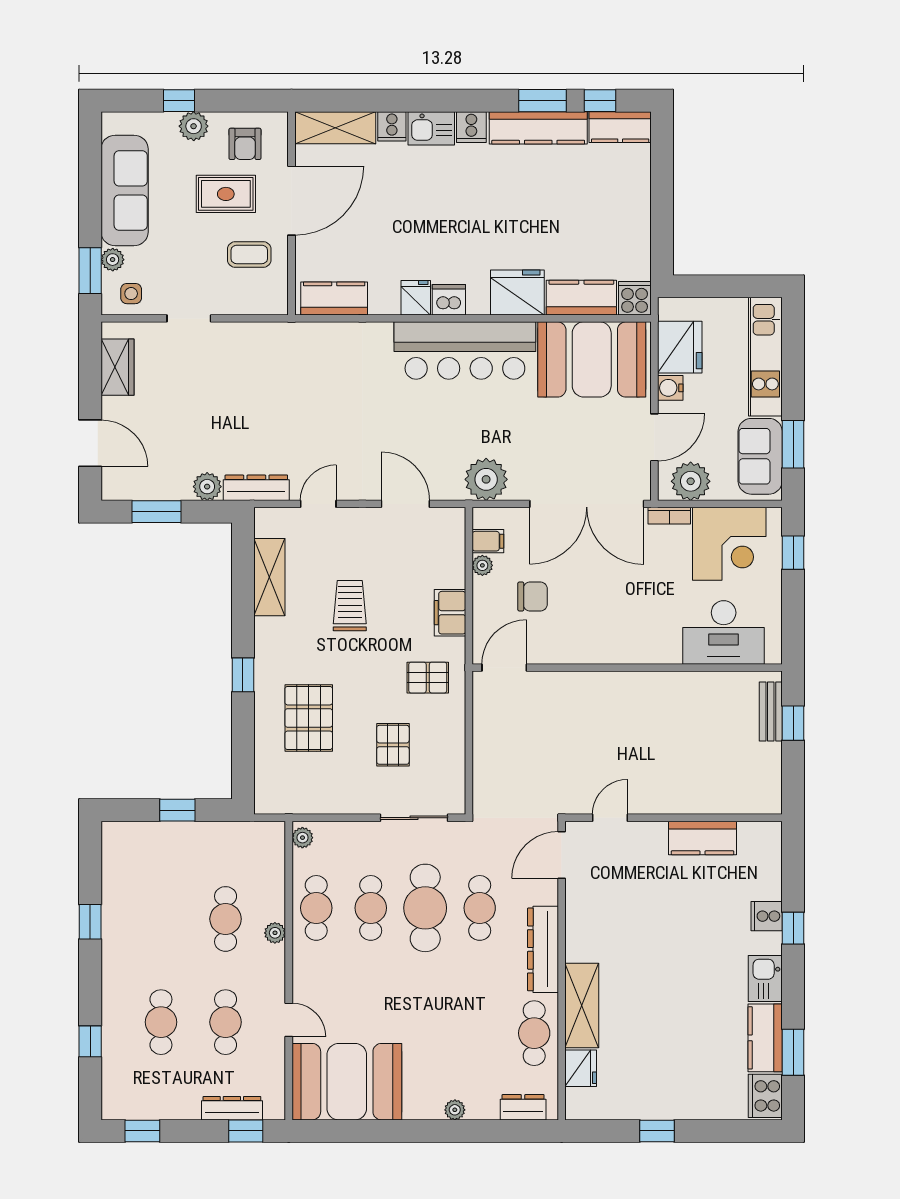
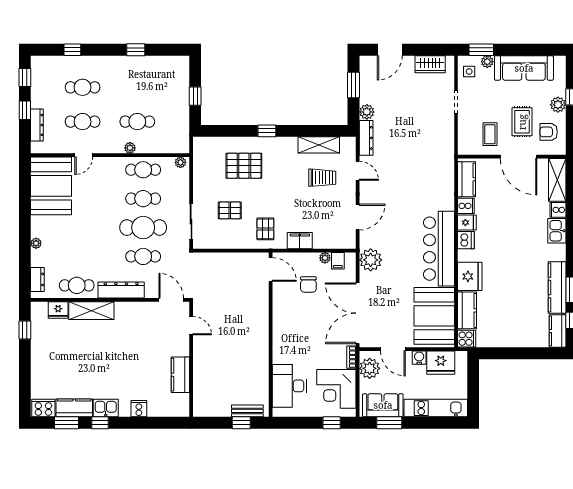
cooker: (471, 127) -> (466, 206), moved, turned 180
trolley: (350, 606) -> (322, 178), moved
window: (793, 928) -> (100, 423), moved
window: (246, 1131) -> (25, 110), moved
window: (657, 1131) -> (25, 330), moved

